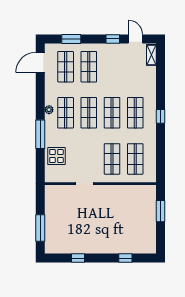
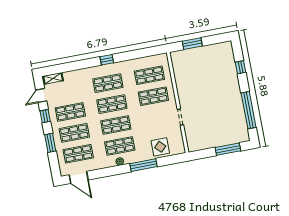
window: (71, 39) -> (50, 143), moved
shop shelf: (112, 67) -> (70, 112), added
window: (78, 258) -> (249, 110), width x3.17

